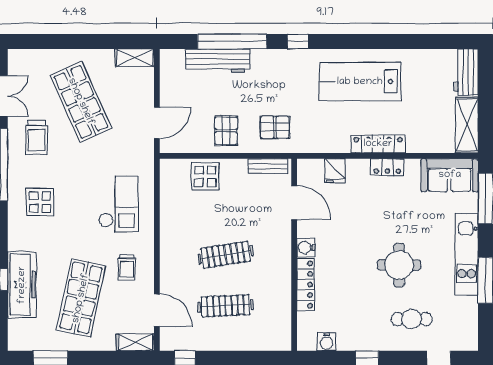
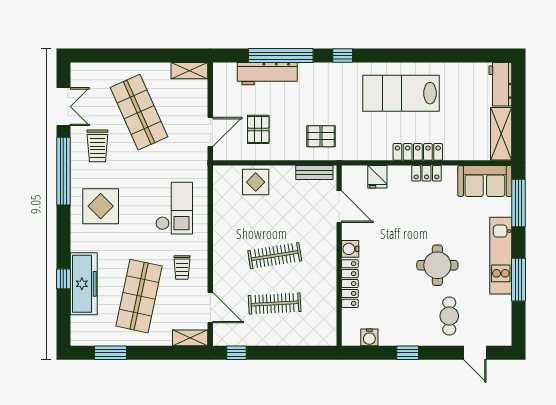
pallet: (226, 131) -> (258, 129), moved
display table: (40, 202) -> (101, 206), width x1.36, depth x1.36
cafe table: (412, 319) -> (449, 316), turned 90

